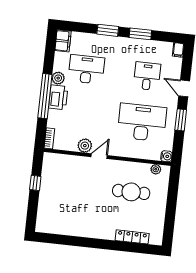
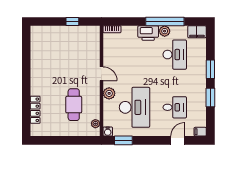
door: (184, 88) -> (178, 140), moved
window: (45, 96) -> (165, 21), moved
window: (181, 120) -> (123, 140), moved
plant: (85, 146) -> (109, 93), moved

